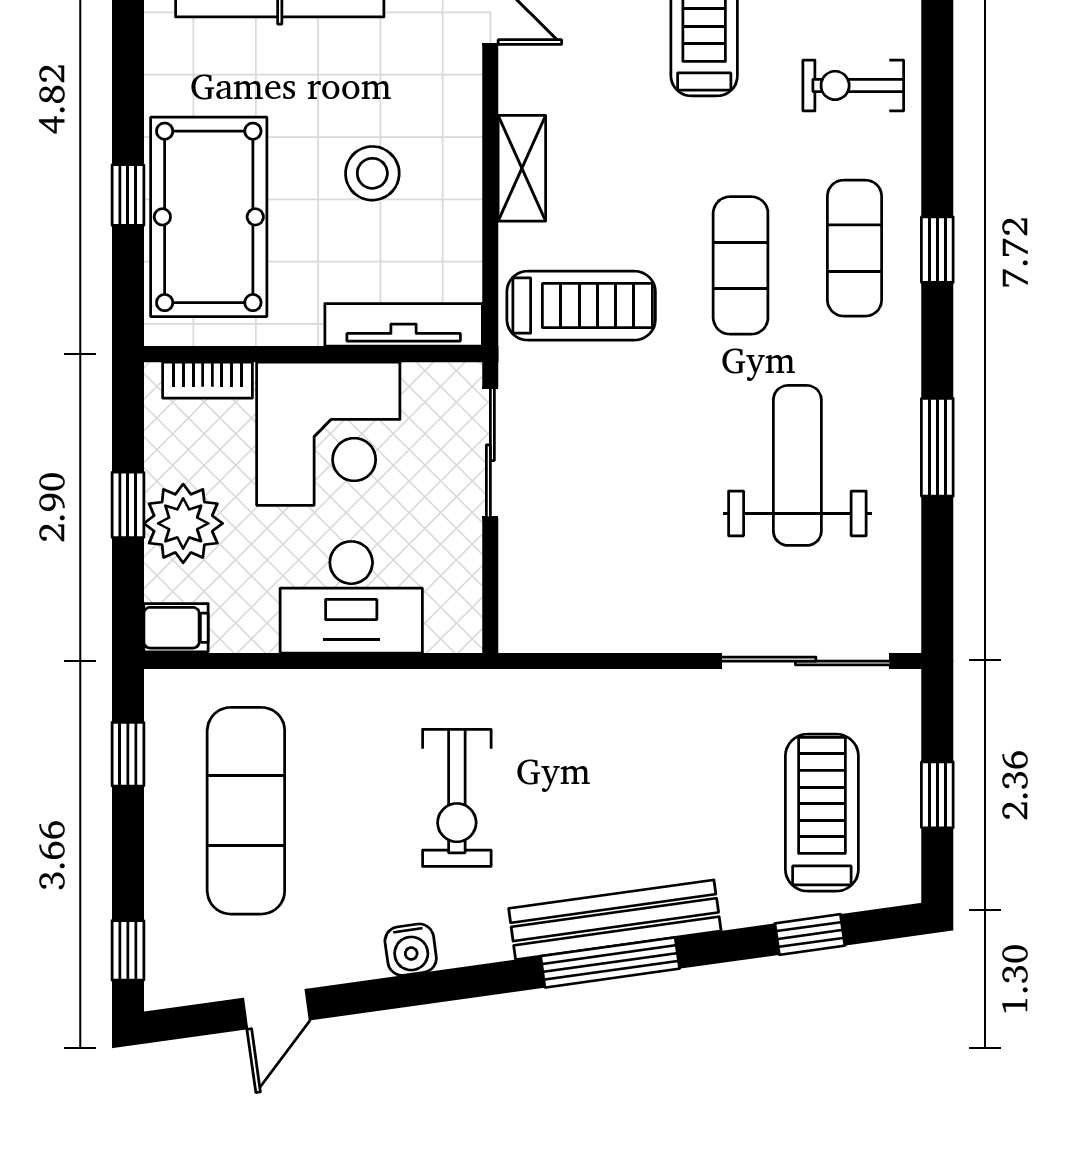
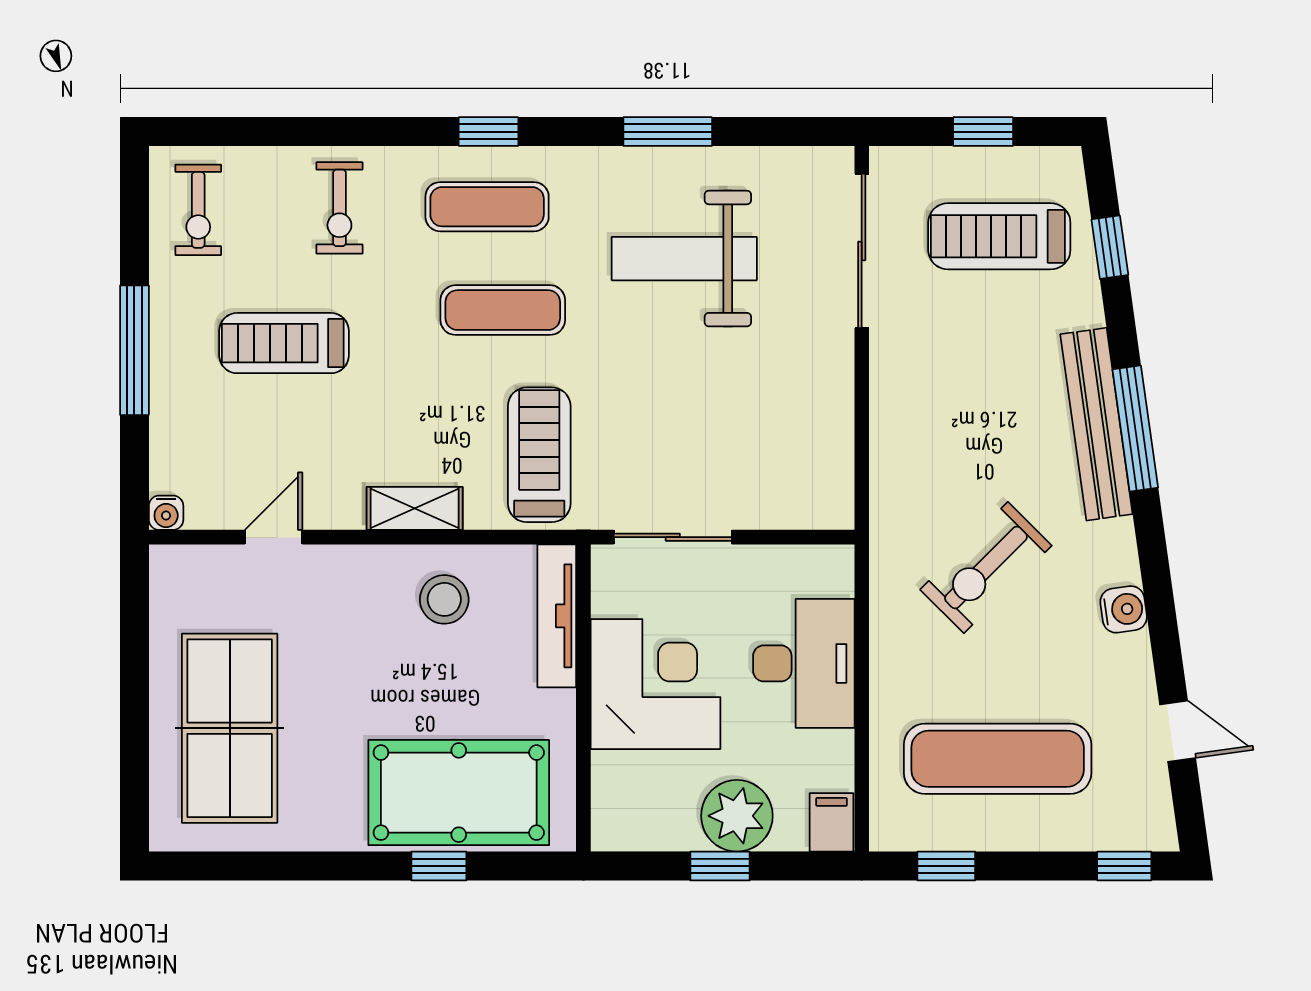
stool: (372, 173) -> (444, 599), moved
bookcase: (208, 380) -> (607, 794), removed
exercise bike: (457, 798) -> (986, 568), turned 135

